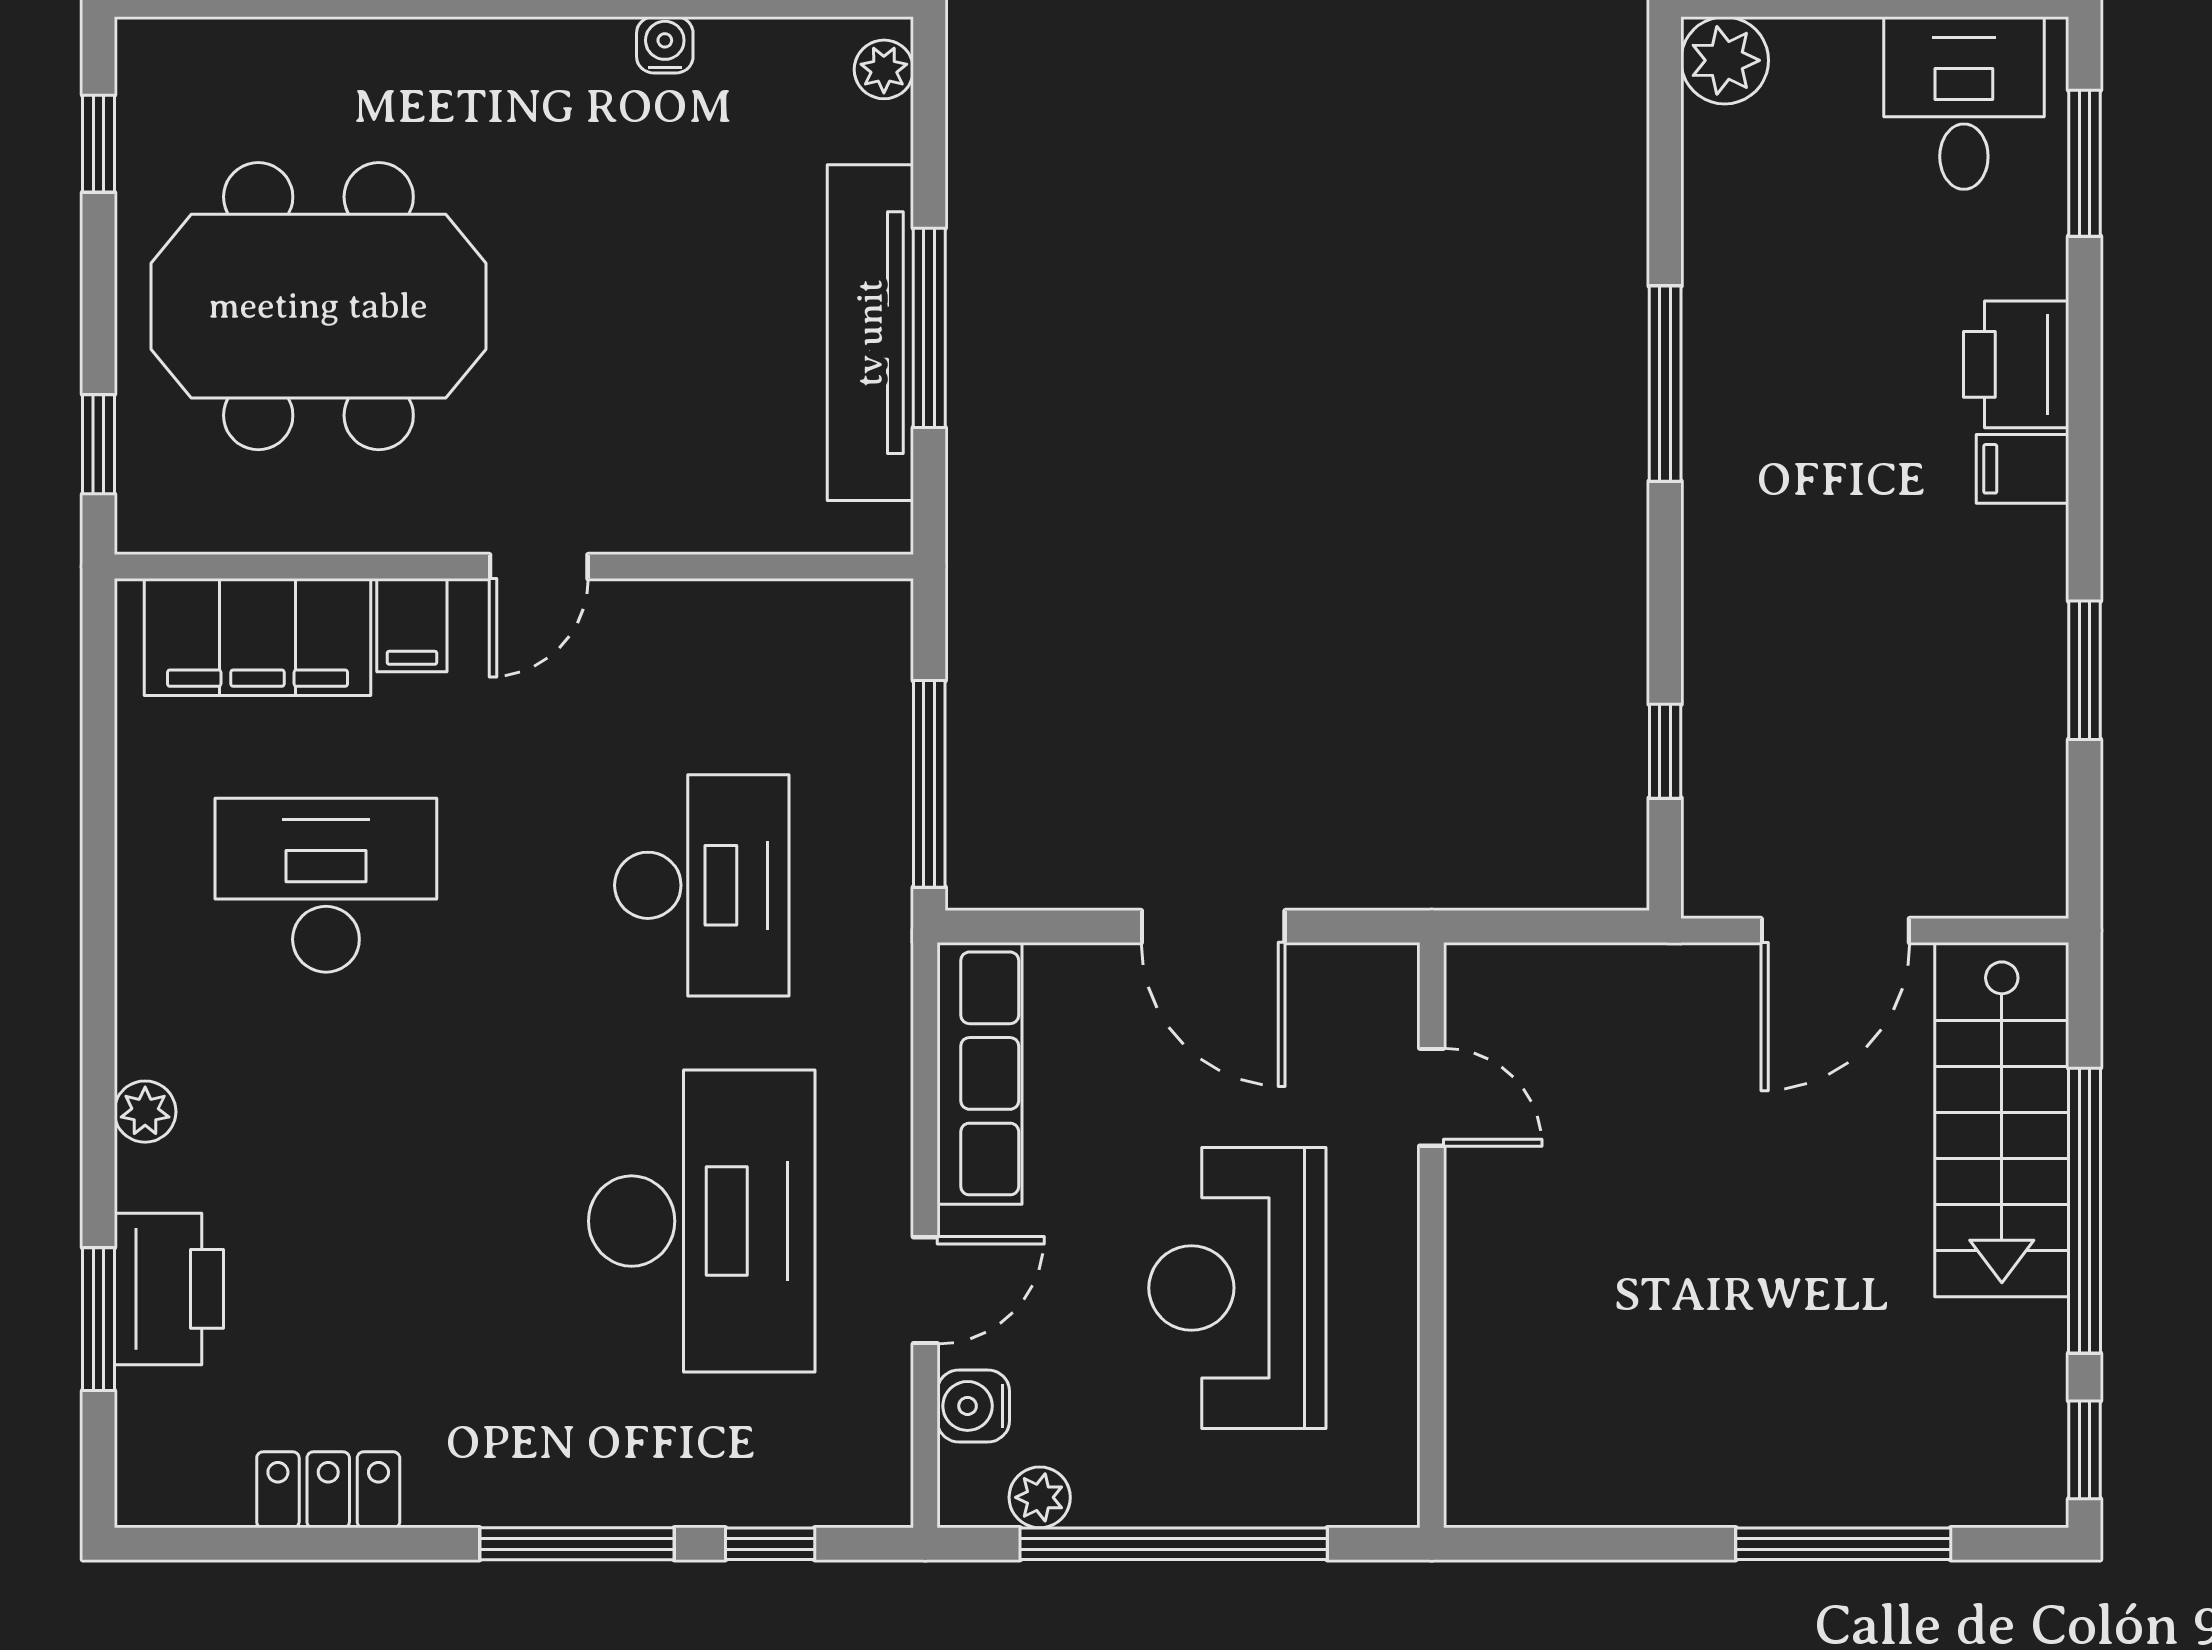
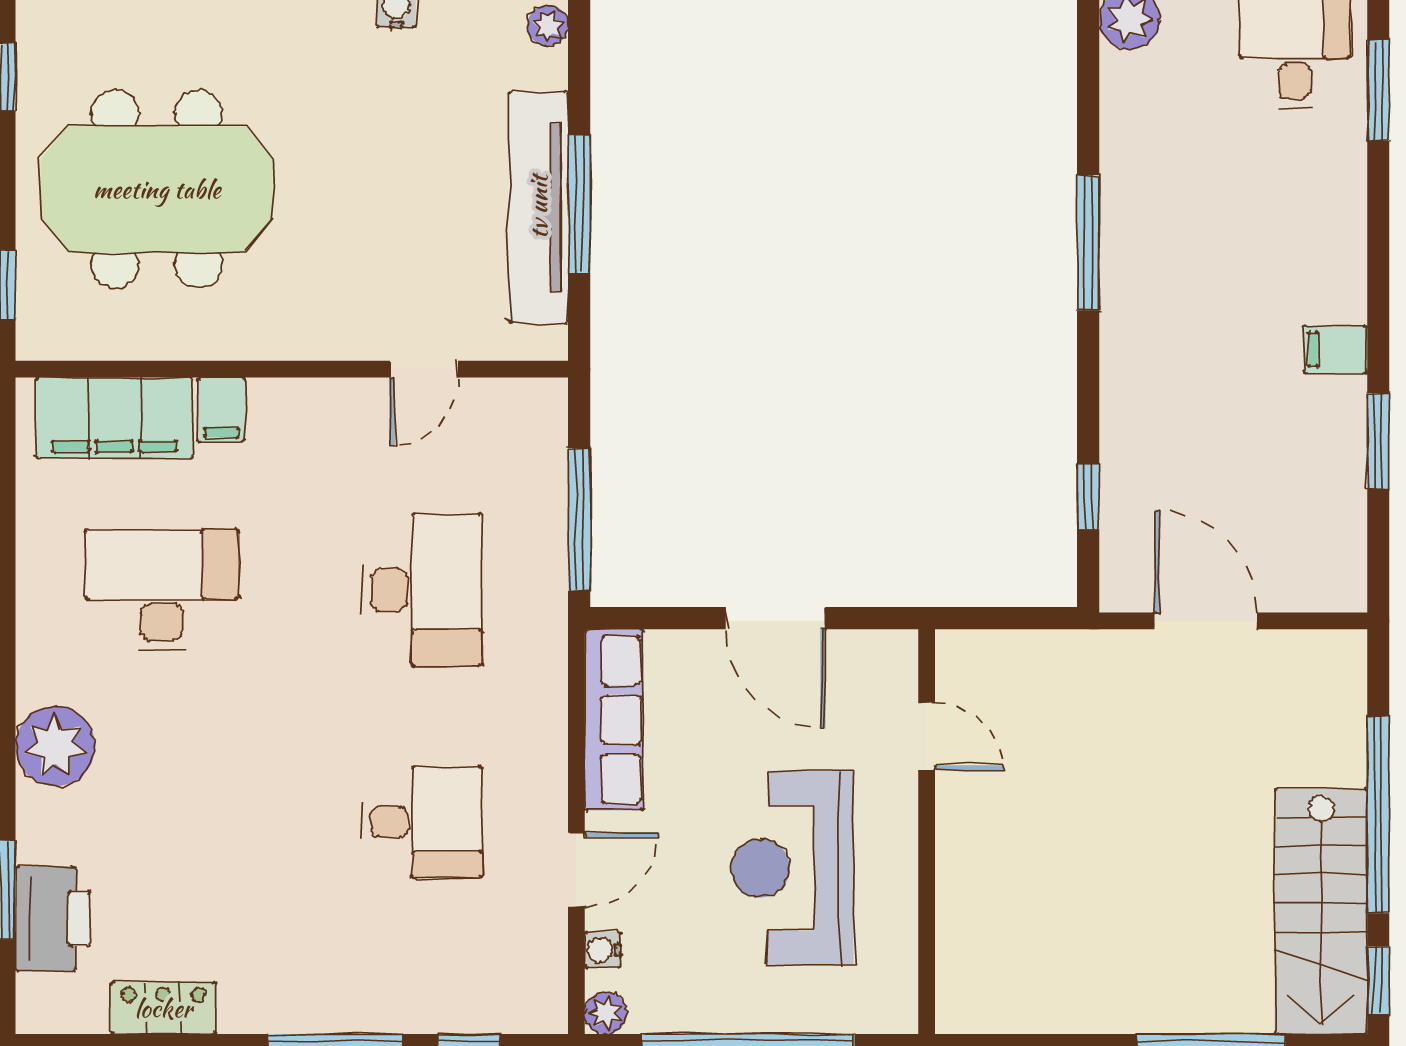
printer: (2016, 364) -> (1331, 229), removed
filing cabinet: (2023, 469) -> (1335, 349), moved
door: (539, 567) -> (424, 369), moved
door: (1835, 931) -> (1206, 621), swing flipped
plant: (145, 1112) -> (55, 746), width x1.88, depth x1.88
stairs: (2002, 1120) -> (1321, 912), moved
desk: (702, 1221) -> (422, 822), width x0.53, depth x0.77
printer: (169, 1289) -> (53, 919), moved
water cooler: (973, 1406) -> (603, 950), width x0.72, depth x0.72
plant: (1040, 1497) -> (606, 1013), moved

